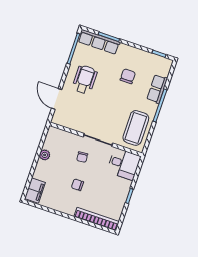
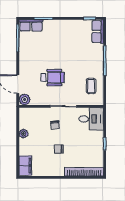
row of seats: (99, 42) -> (31, 25), width x0.68
chair: (128, 76) -> (70, 46), removed
wheelchair: (85, 80) -> (53, 78), moved, turned 90
row of seats: (157, 89) -> (98, 32), moved
plant: (58, 118) -> (25, 99), added
coffee table: (136, 128) -> (91, 86), width x0.54, depth x0.58

